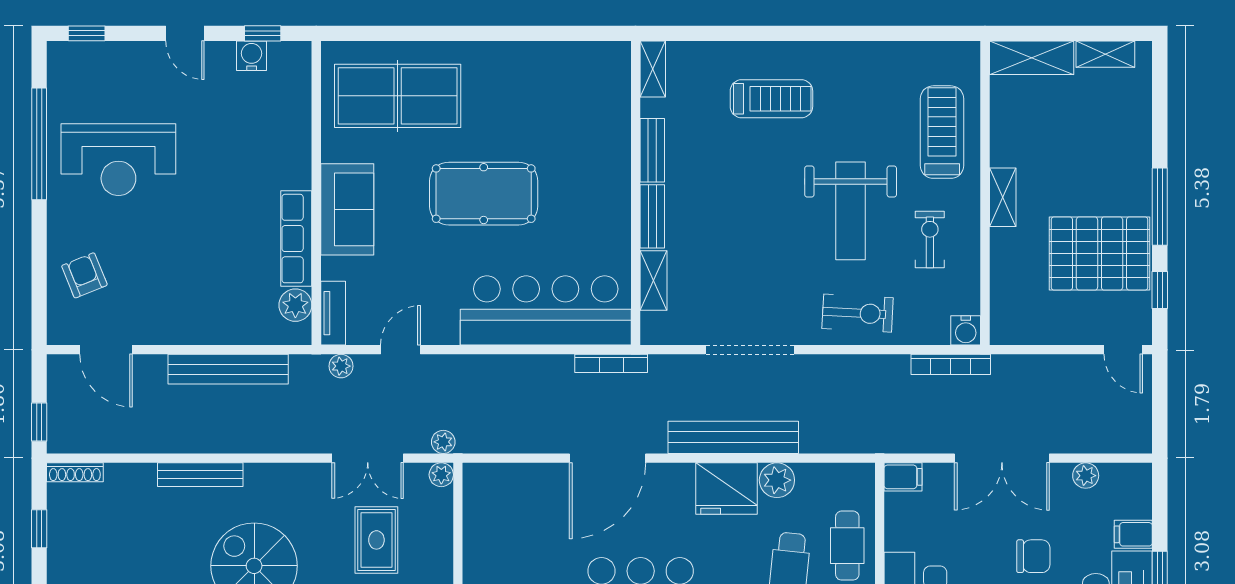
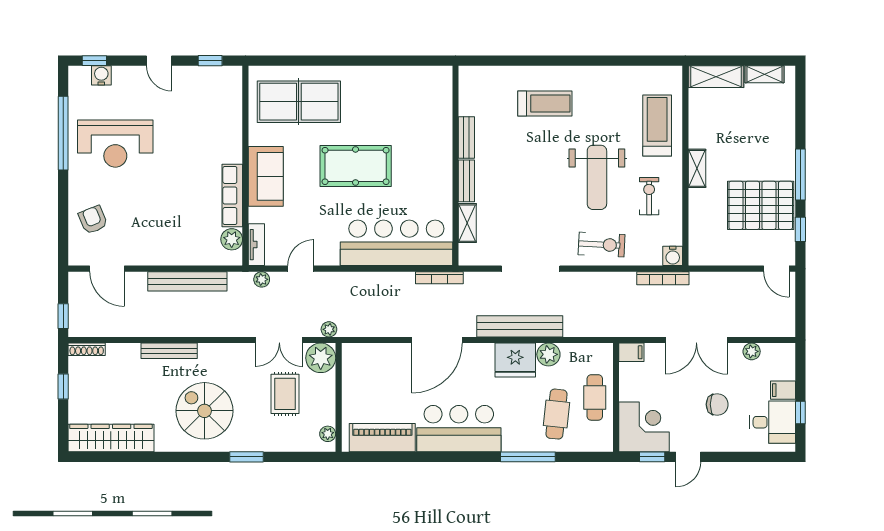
water cooler: (252, 56) -> (101, 75), moved
shelving: (653, 69) -> (467, 84), removed
plant: (441, 475) -> (321, 358), width x1.88, depth x1.88

